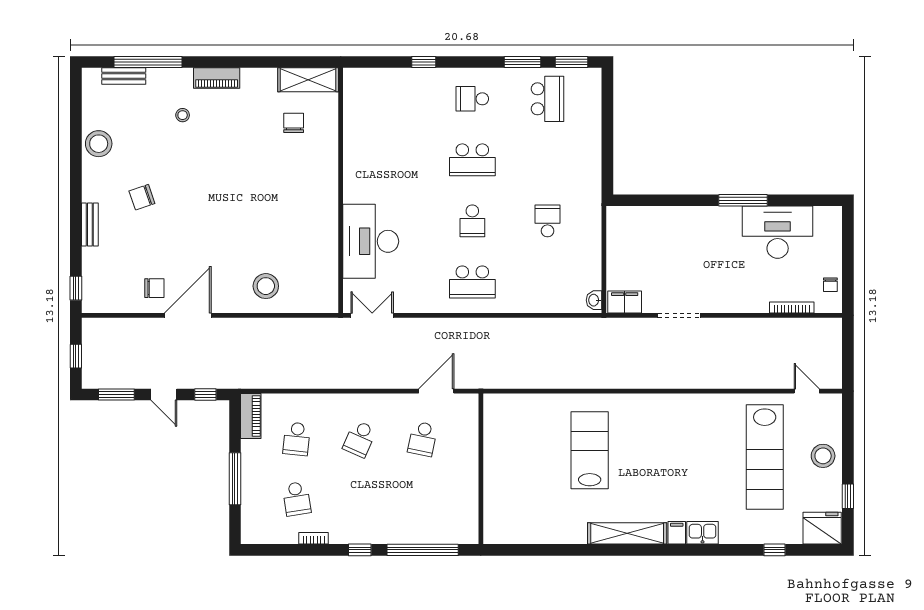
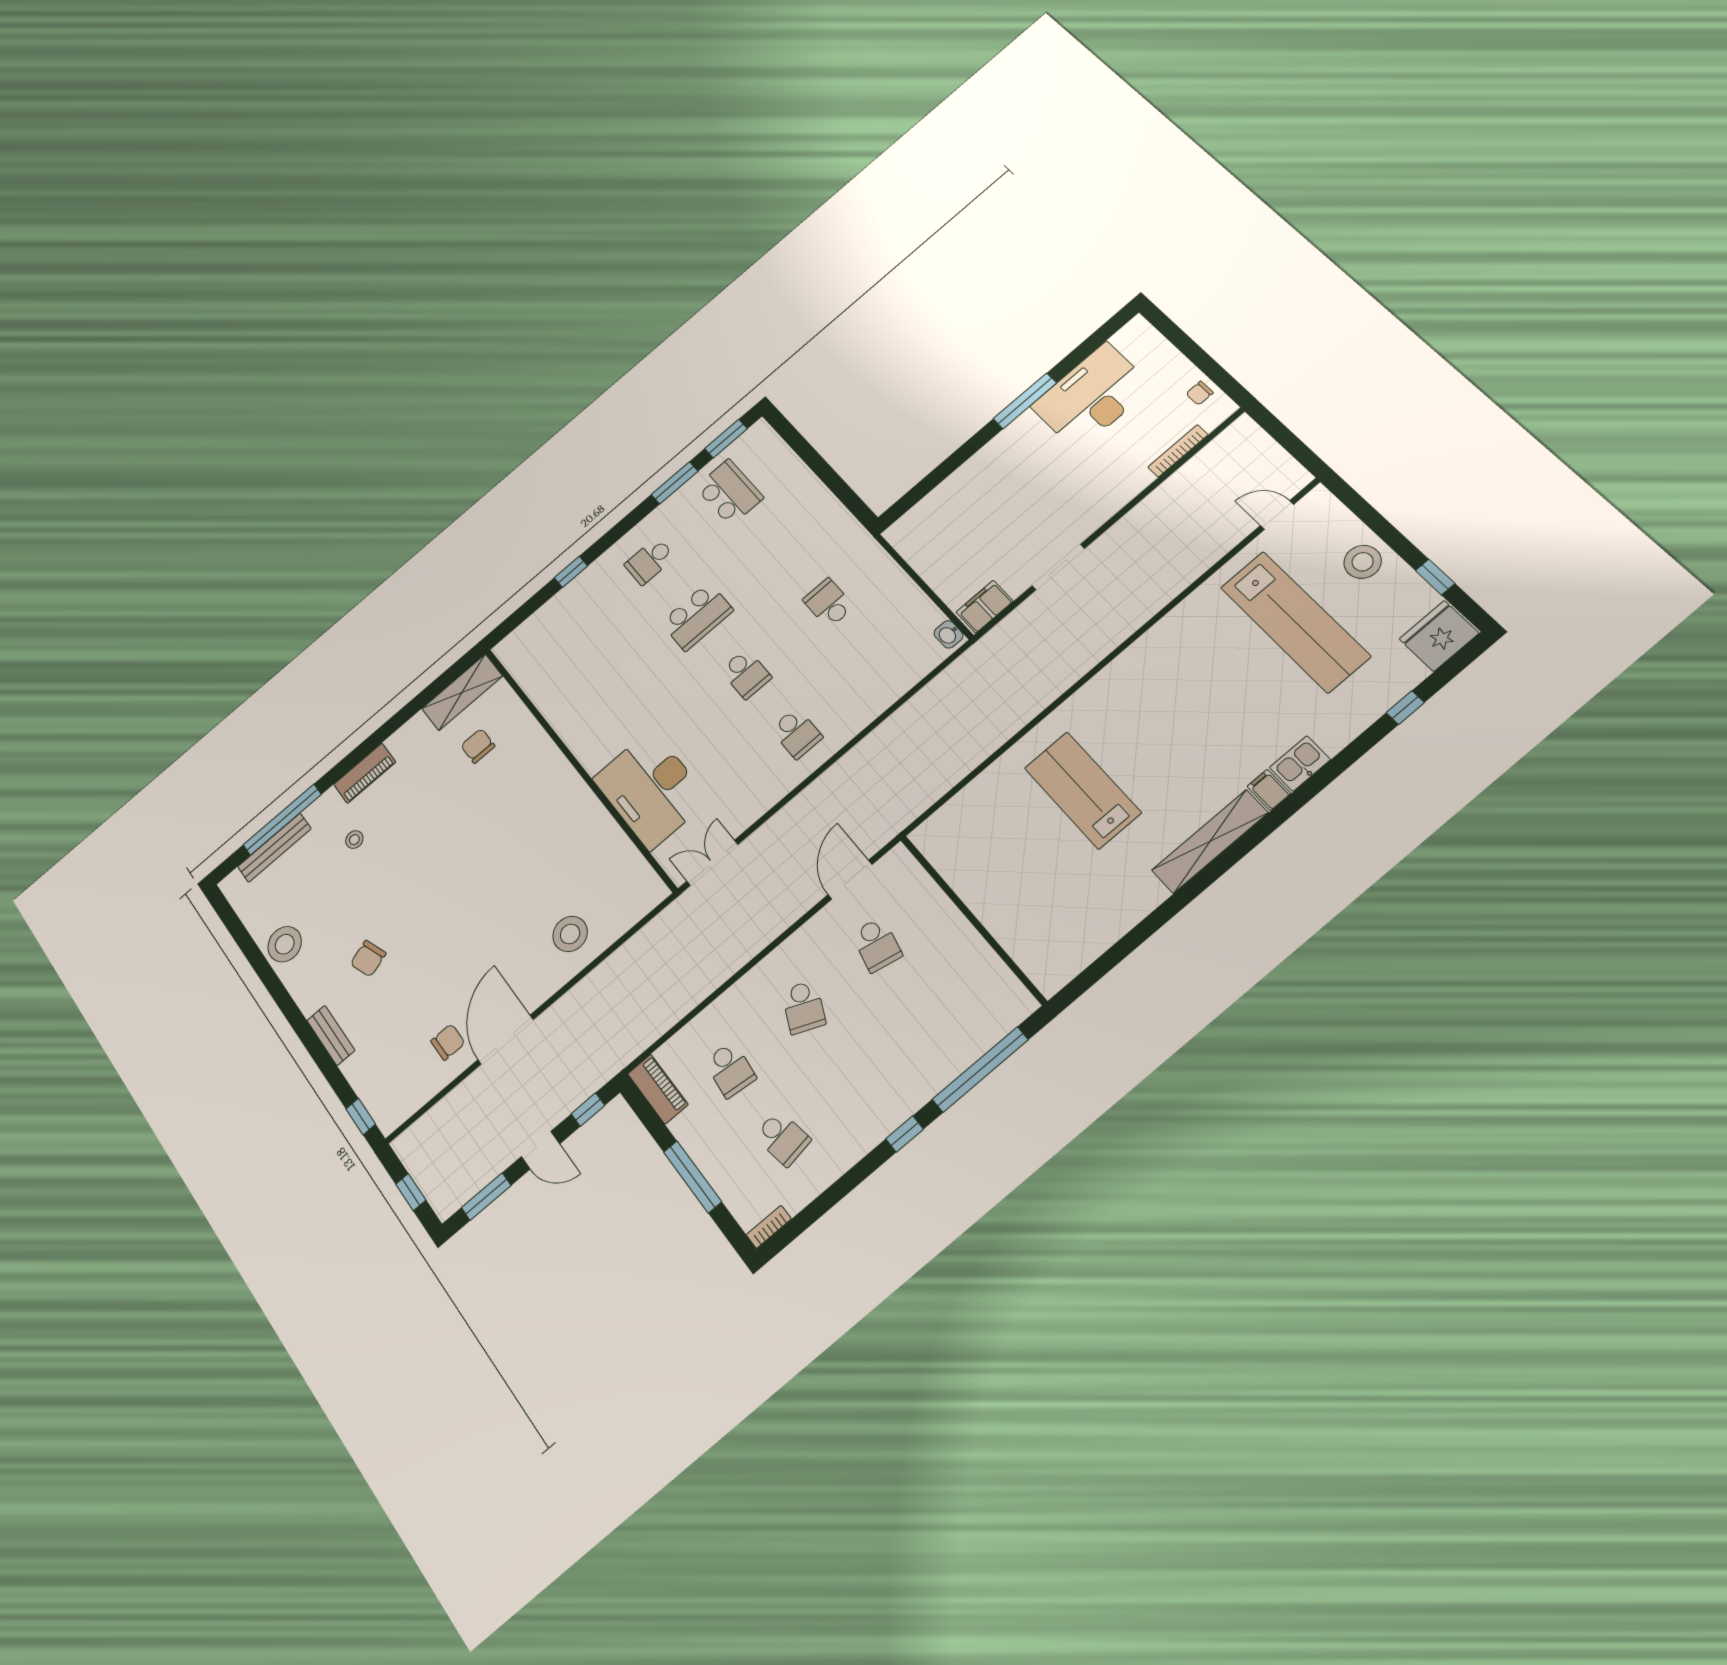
bench: (124, 76) -> (274, 848), width x1.36
school desk: (472, 282) -> (797, 733), width x0.54
chair: (830, 285) -> (1200, 393), turned 90
bookcase: (314, 538) -> (769, 1227), moved

